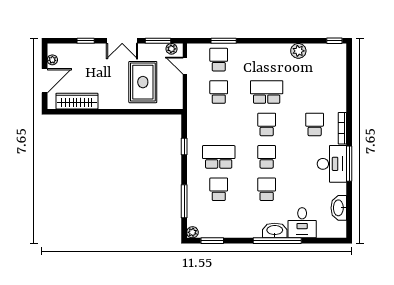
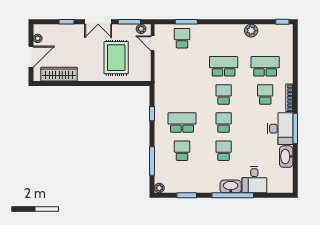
school desk: (219, 92) -> (265, 66), moved, width x1.85
washbasin: (339, 208) -> (286, 157), moved
window: (212, 241) -> (187, 195), moved

